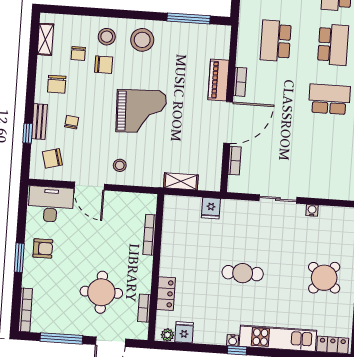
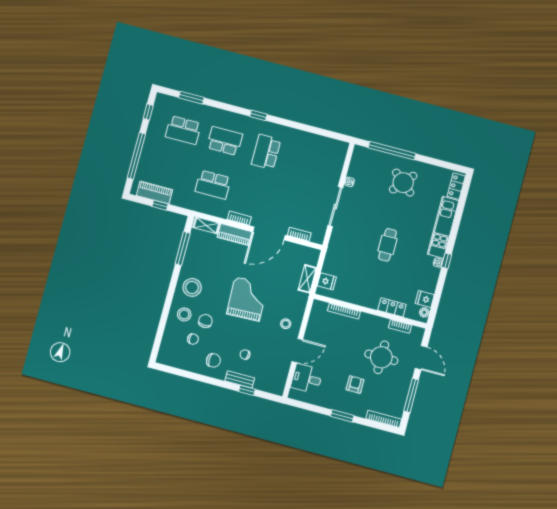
shelving: (45, 39) -> (206, 225), moved
door: (228, 123) -> (269, 233), swing flipped
chair: (52, 158) -> (270, 375), removed
sliding door: (278, 199) -> (335, 207), width x1.37
desk: (51, 204) -> (307, 379), width x0.73
fridge: (211, 208) -> (327, 281), moved
armchair: (43, 248) -> (355, 385), moved

